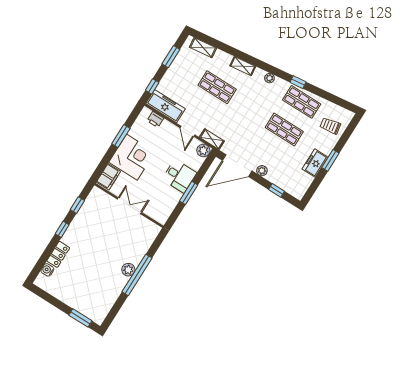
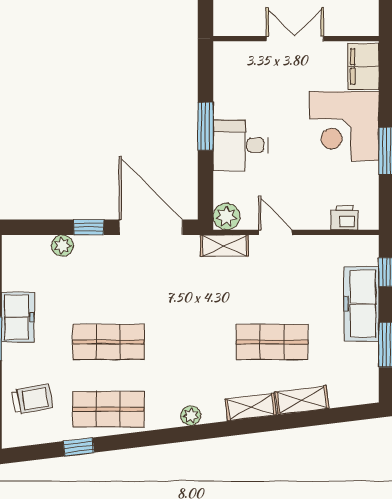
shelving: (203, 48) -> (302, 400), moved
window: (298, 82) -> (79, 447), moved
freezer: (165, 106) -> (361, 304), moved, turned 90
door: (237, 166) -> (151, 227), hinge flipped
plant: (262, 171) -> (62, 246), moved
window: (276, 190) -> (89, 227), moved
double door: (129, 206) -> (295, 39), swing flipped

